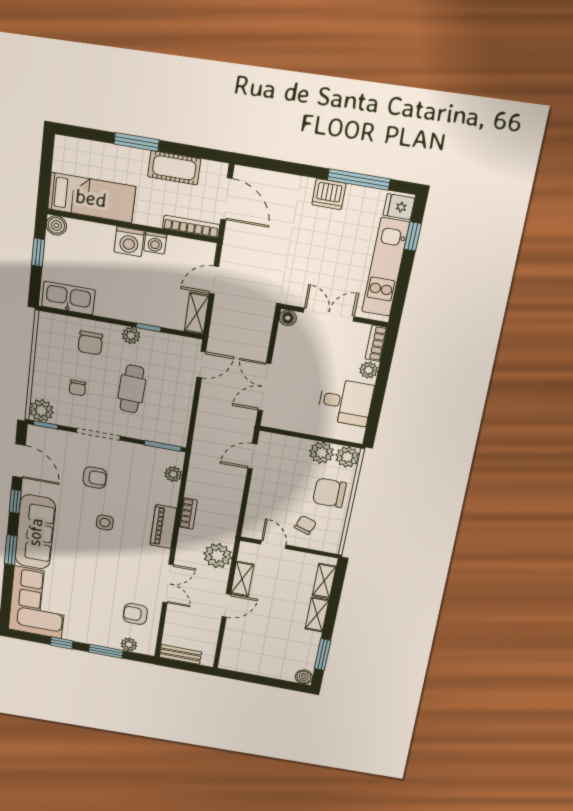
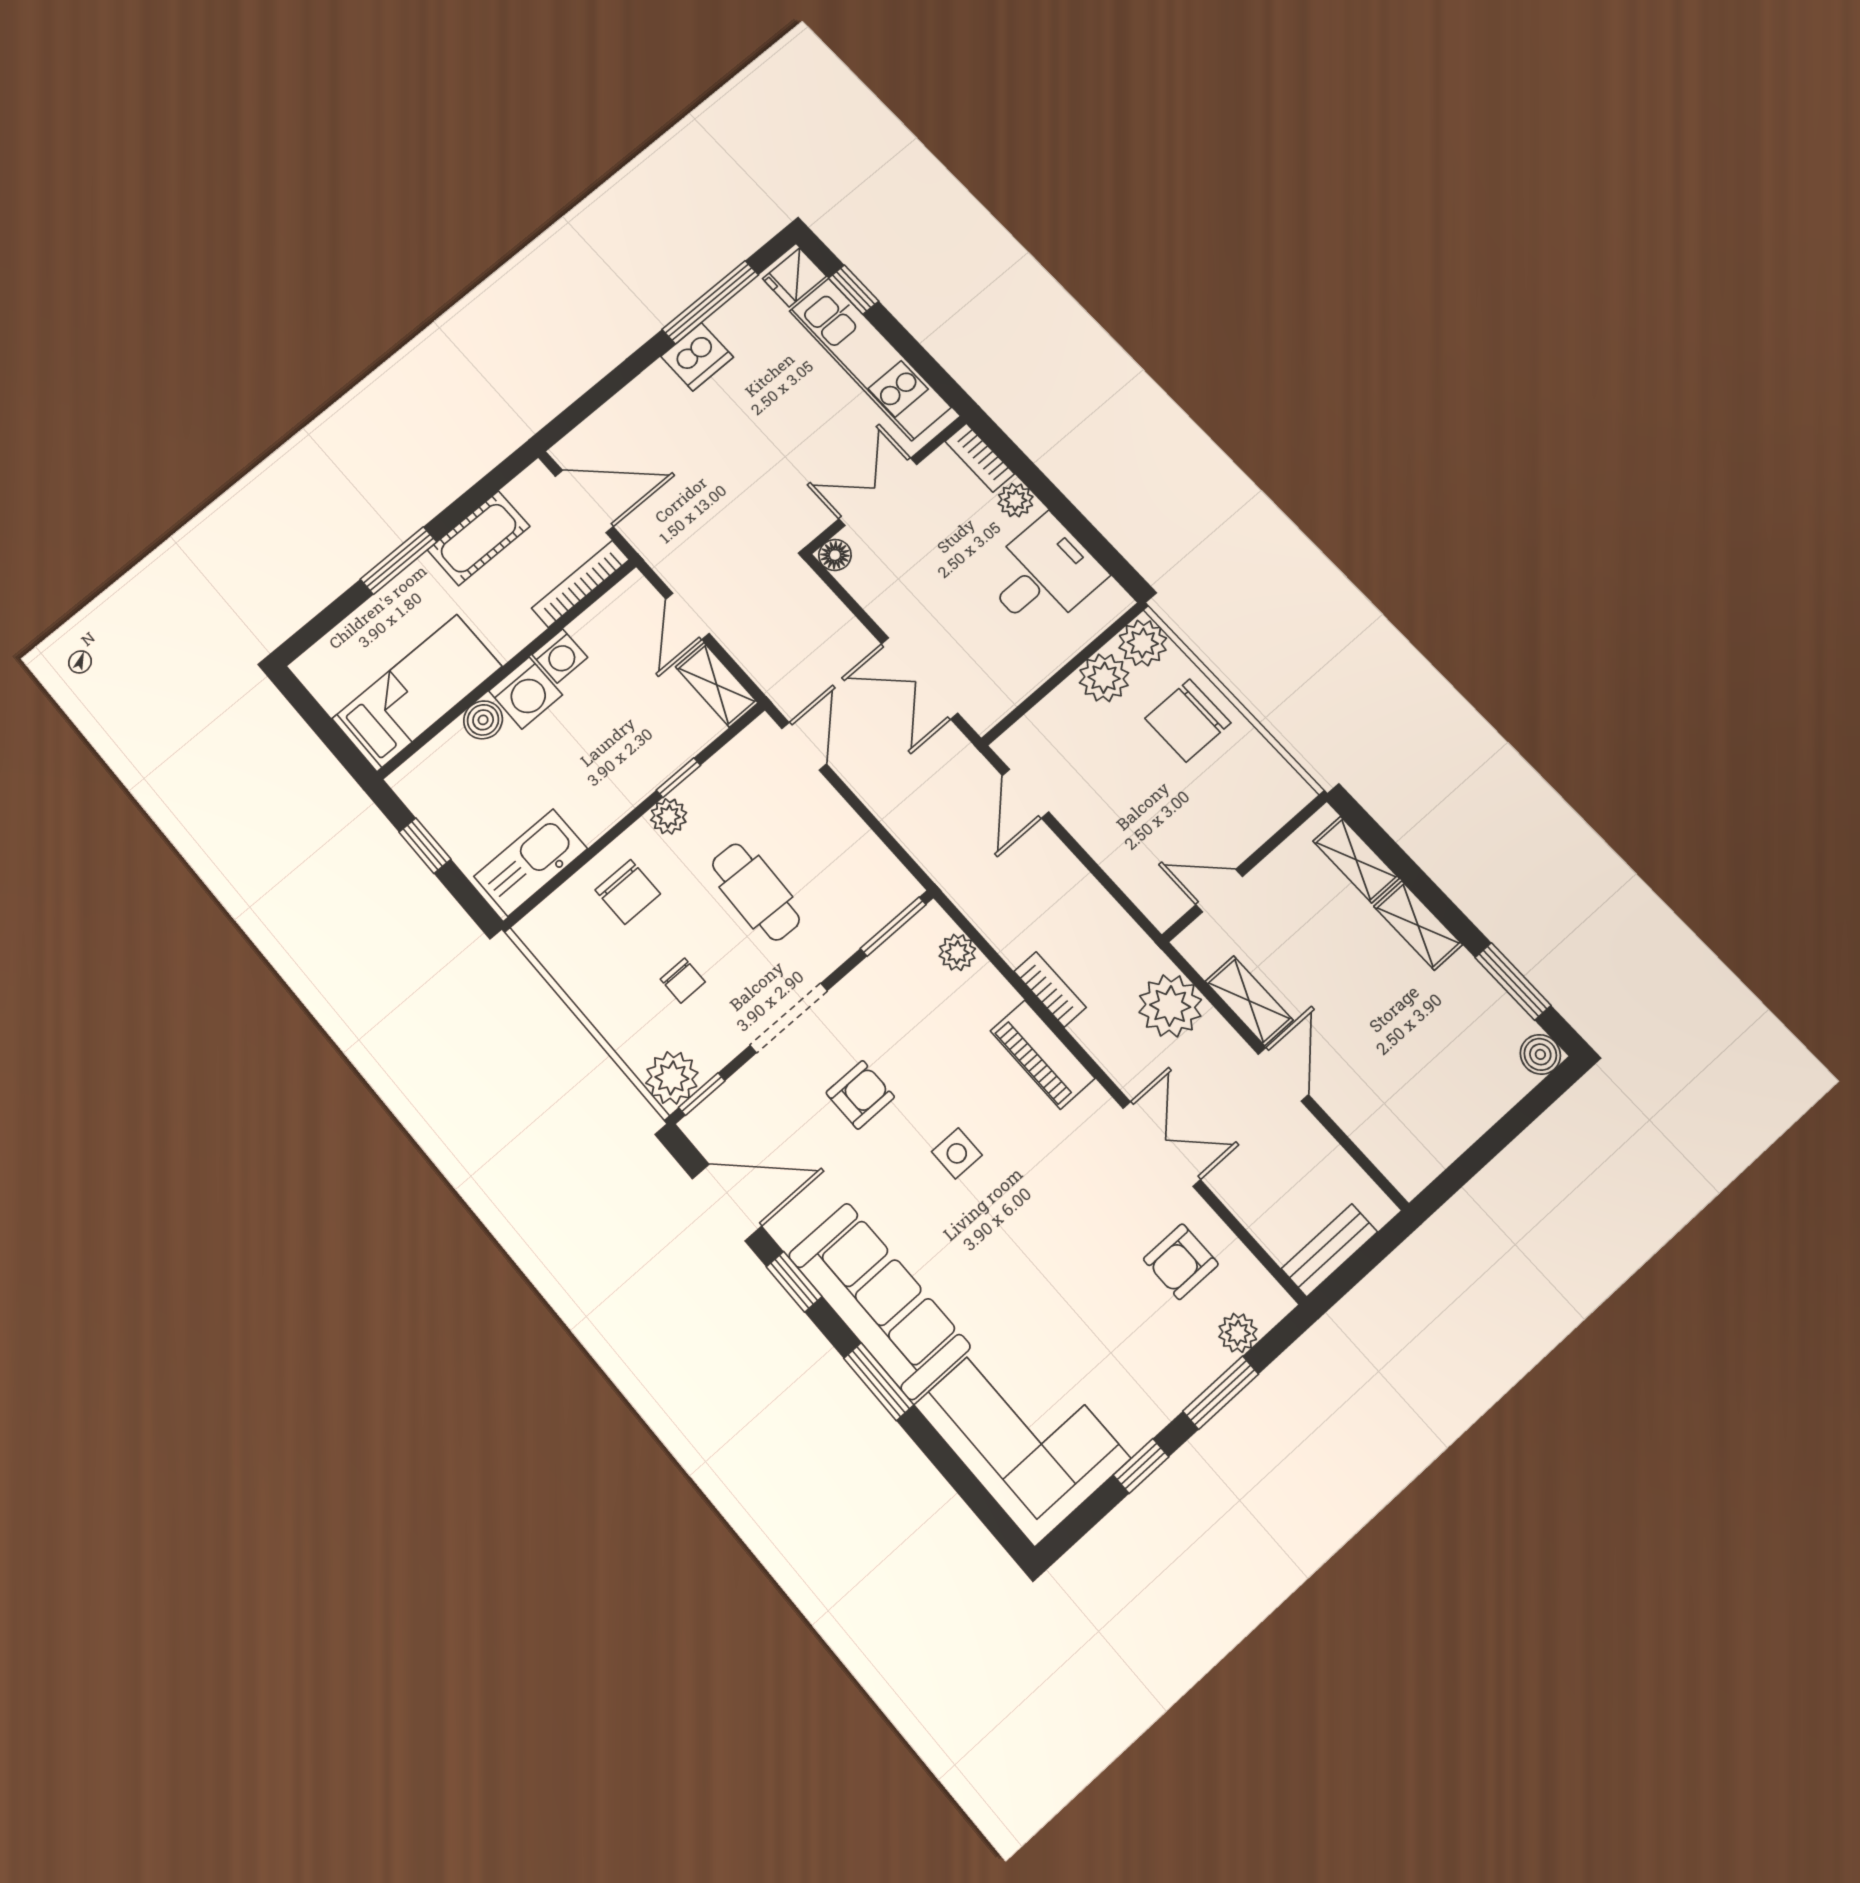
boiler: (56, 225) -> (483, 720), moved
chair: (305, 525) -> (1220, 807), removed

